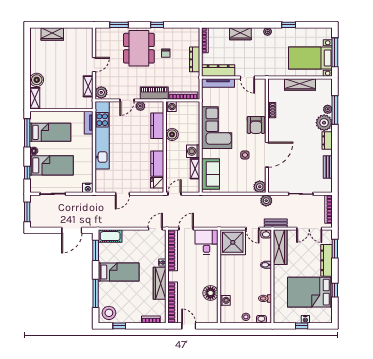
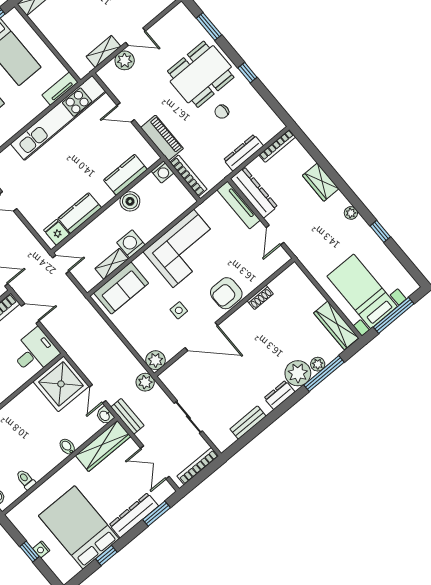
wardrobe: (300, 85) -> (336, 325), moved
plant: (101, 92) -> (125, 60), moved
plant: (140, 106) -> (132, 134), removed

